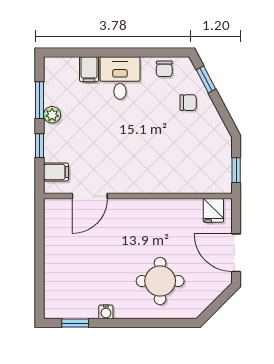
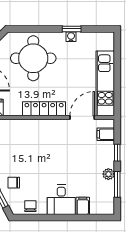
locker: (145, 209) -> (44, 109), added
kitchen unit: (57, 245) -> (105, 83), added
round table: (160, 281) -> (33, 58), width x1.36, depth x1.36
window: (75, 323) -> (72, 29), moved

